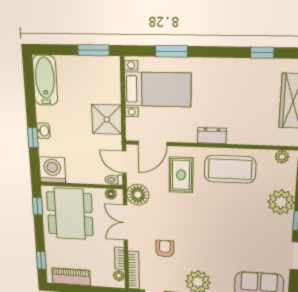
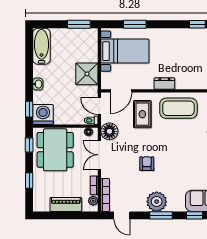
window: (33, 137) -> (29, 109), moved
armchair: (165, 249) -> (147, 164), moved
window: (41, 260) -> (29, 181), moved
piano: (71, 277) -> (66, 204), moved

